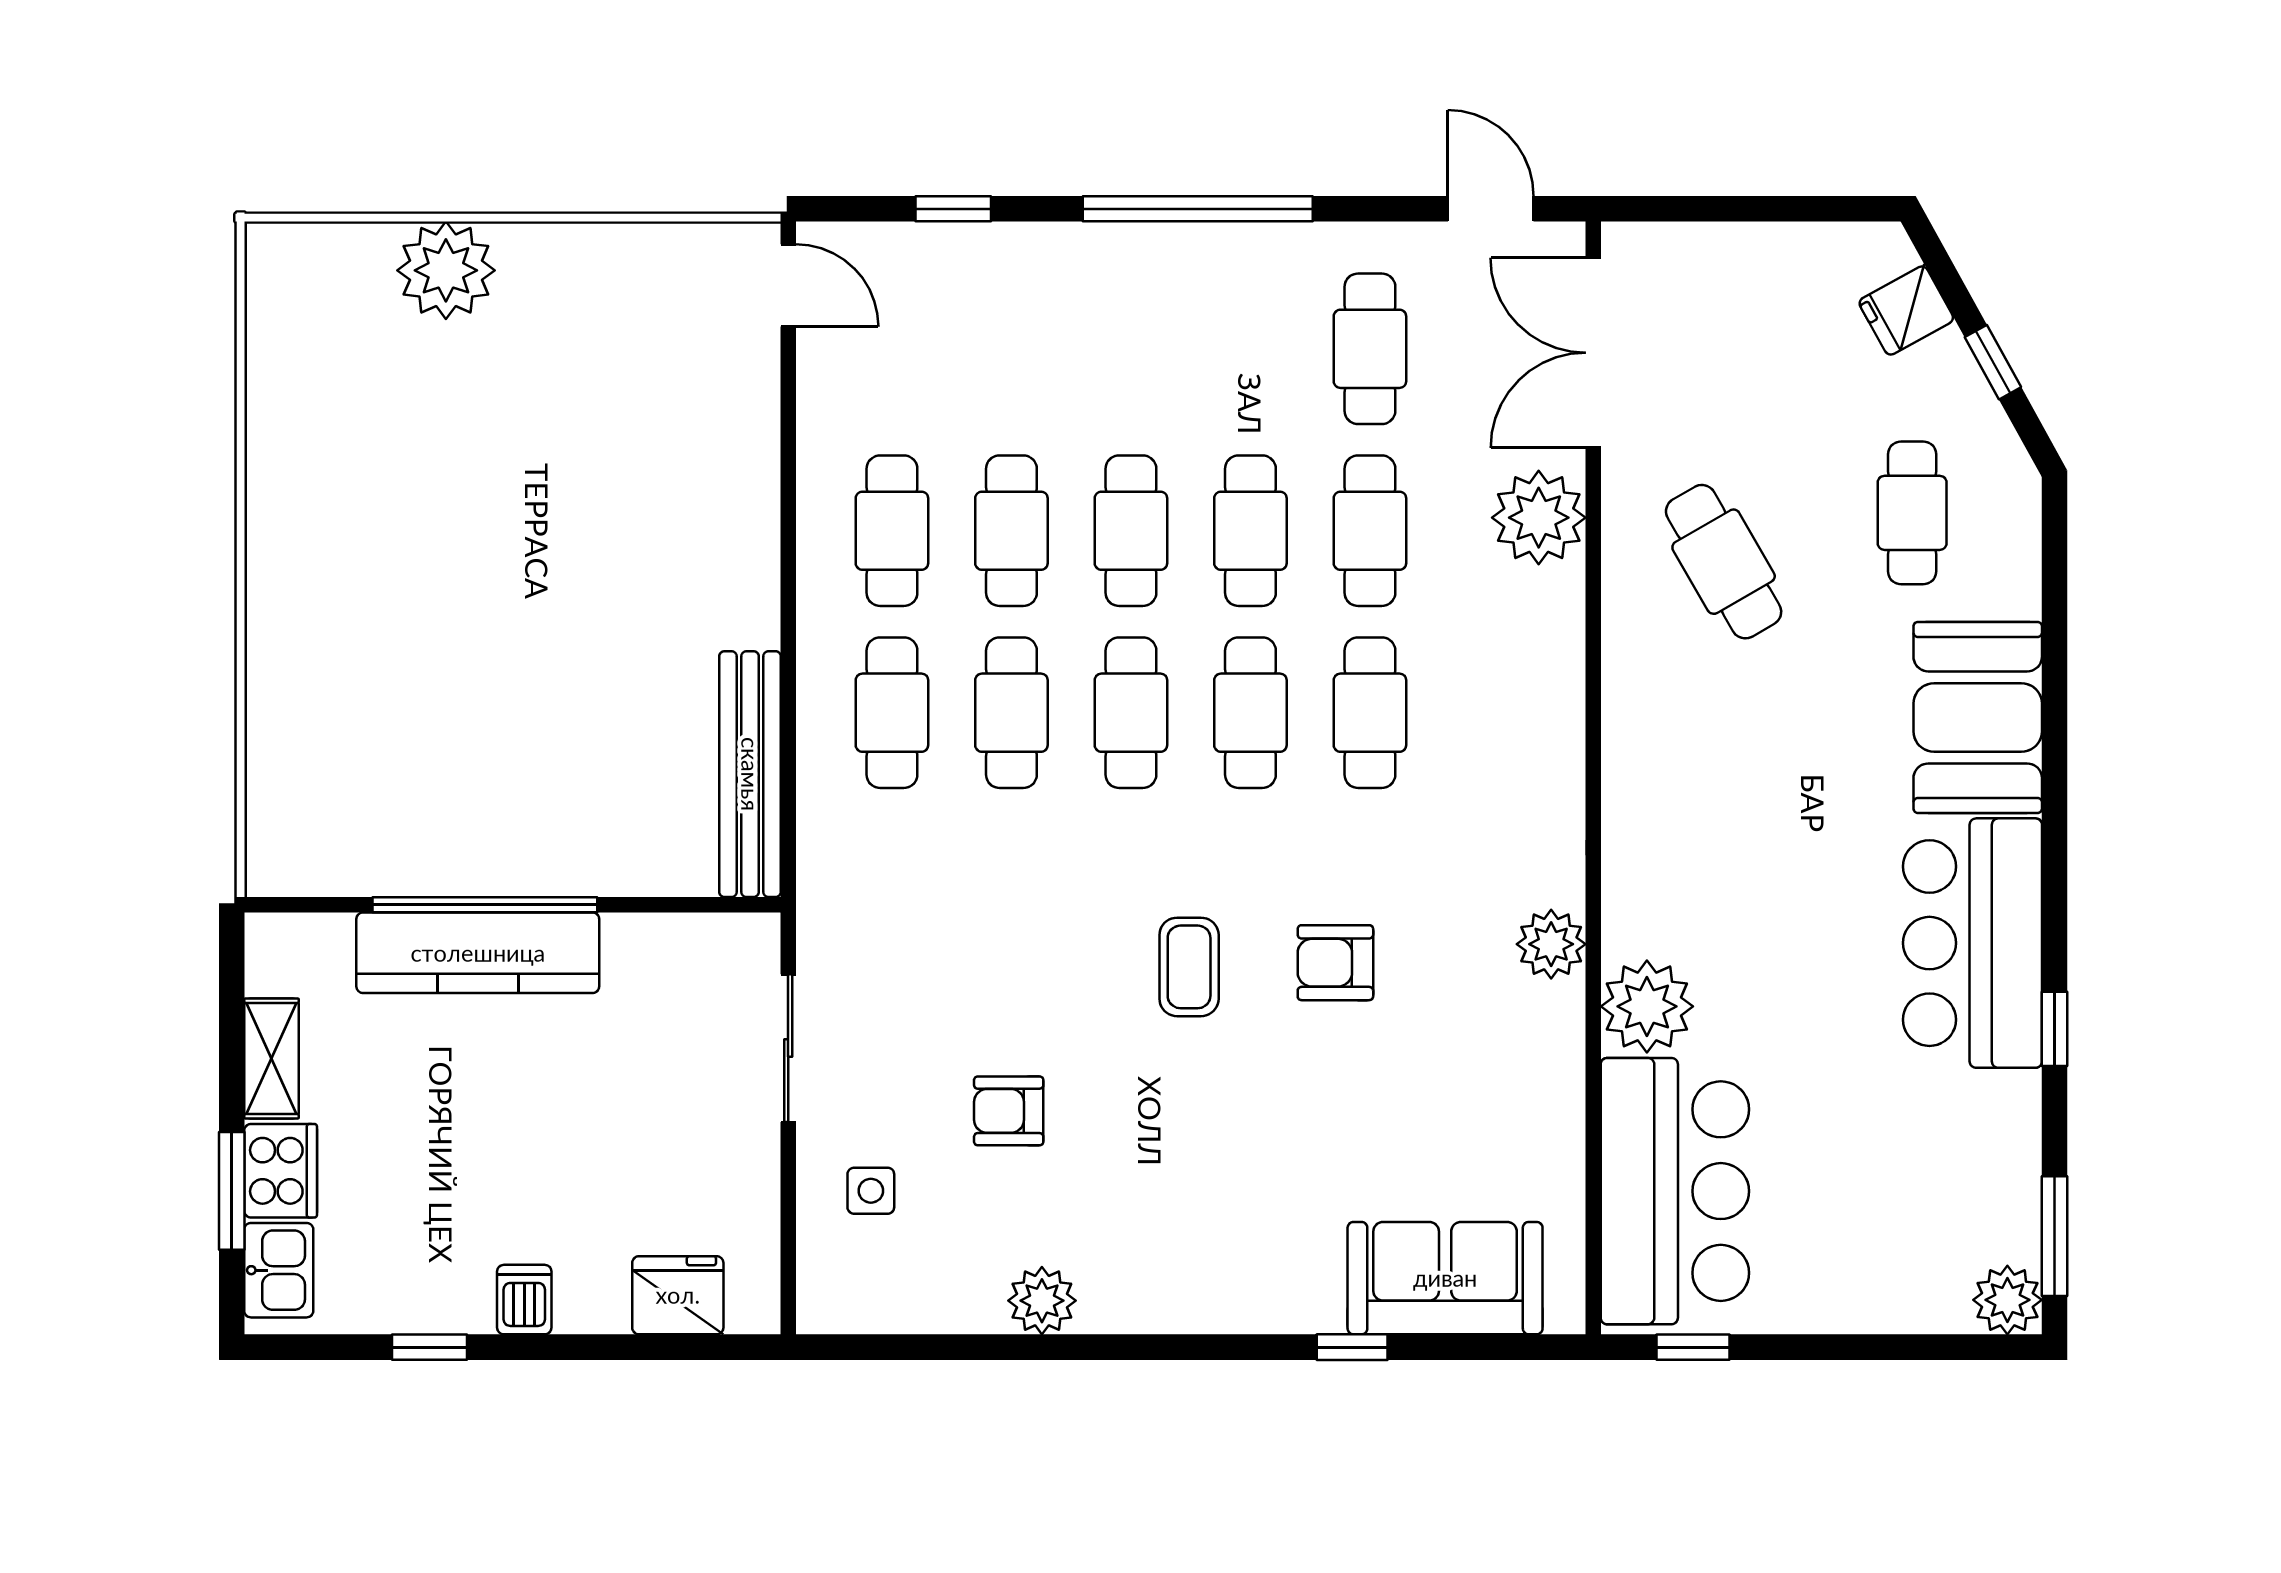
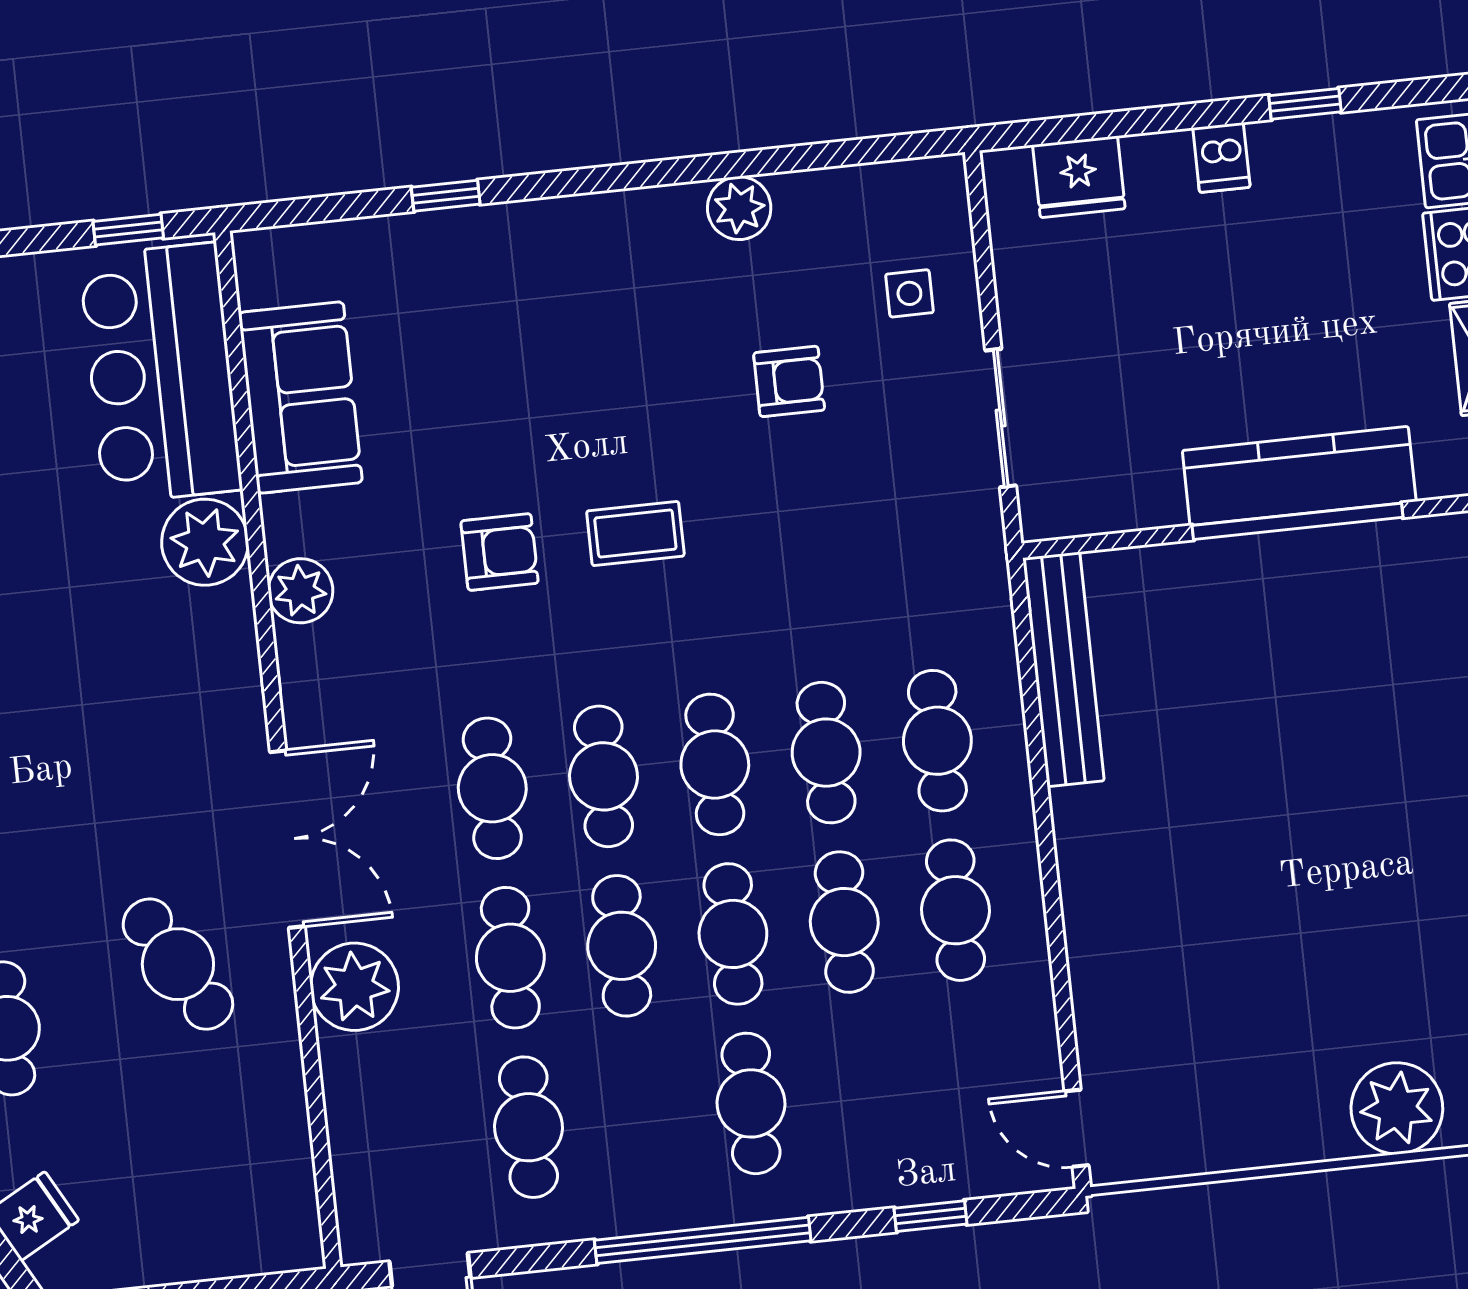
cafe table: (1131, 349) -> (751, 1103), added
double door: (1593, 353) -> (287, 839), moved
coffee table: (1189, 967) -> (635, 534), turned 90
sofa: (1445, 1278) -> (300, 398), moved, turned -90

